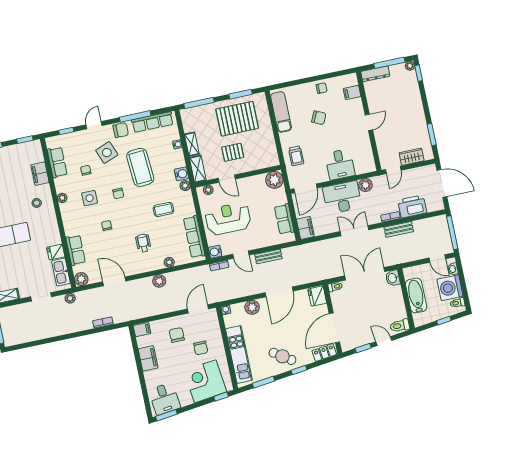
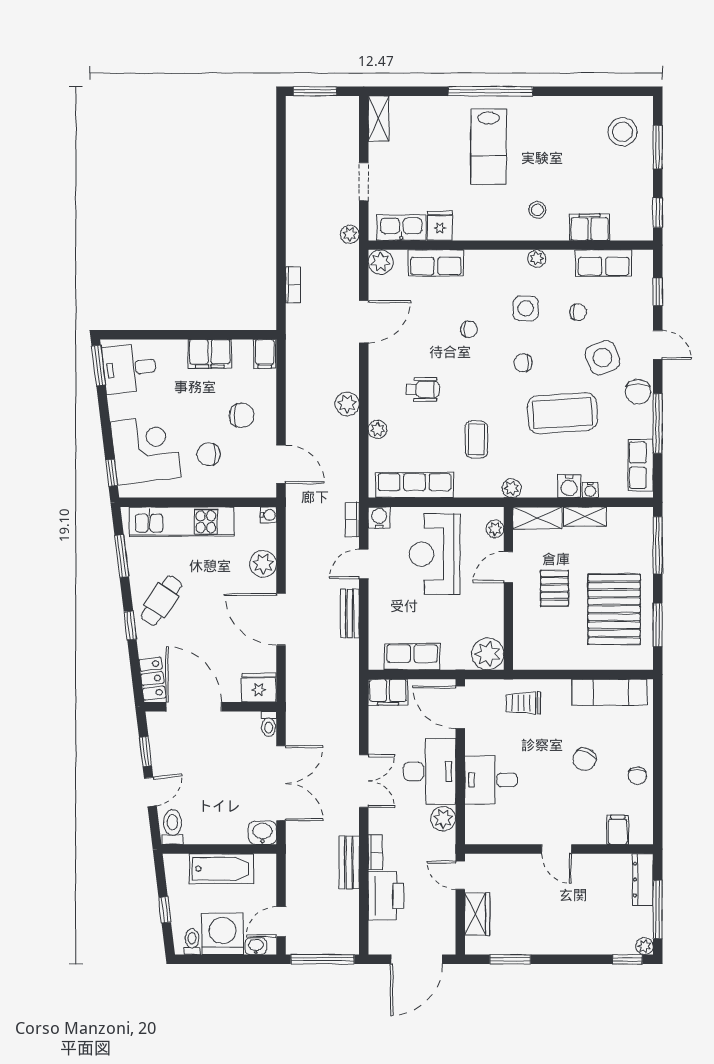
row of seats: (152, 122) -> (641, 465), width x0.68
water cooler: (182, 174) -> (569, 486), moved
reception desk: (228, 219) -> (435, 554), turned 180

